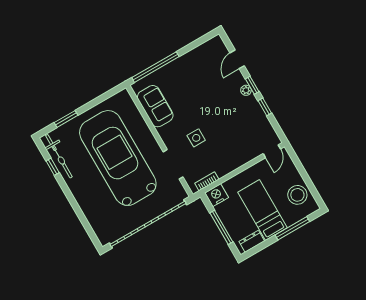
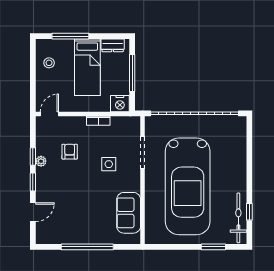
window: (155, 67) -> (87, 247), moved
plant: (246, 90) -> (41, 161), moved
armchair: (236, 129) -> (70, 152), added
bookcase: (207, 181) -> (98, 121), moved
stool: (297, 195) -> (49, 63), width x0.53, depth x0.53

